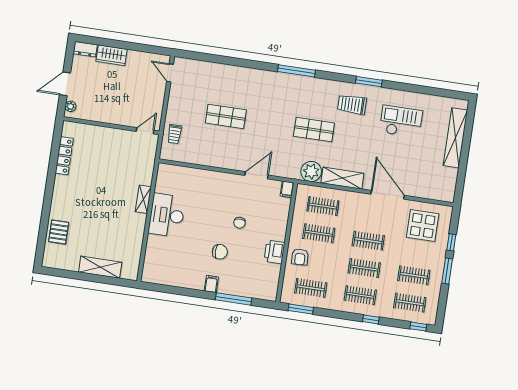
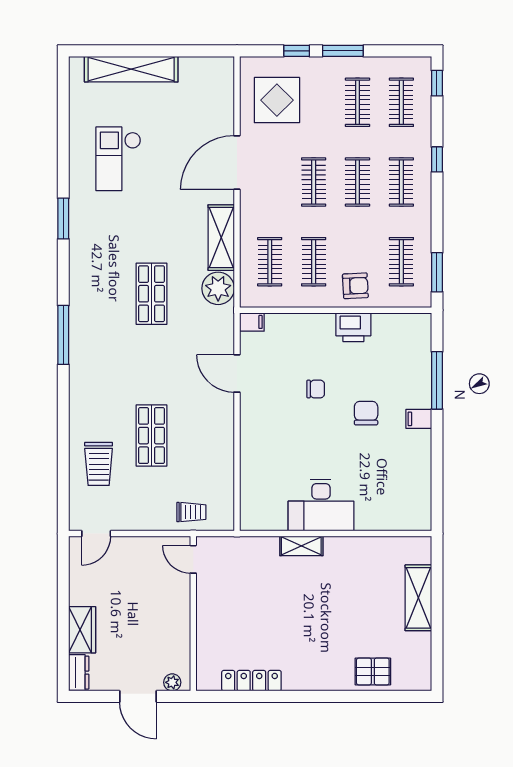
trolley: (352, 105) -> (99, 464), moved

